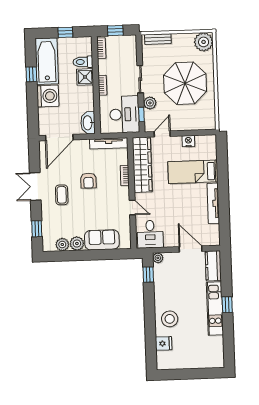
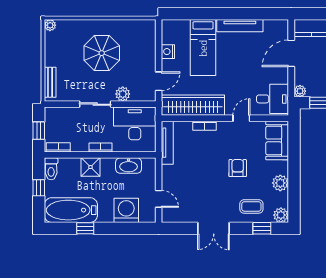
plant: (204, 42) -> (50, 25), width x0.53, depth x0.53
toilet: (83, 62) -> (51, 169), moved
parasol: (185, 83) -> (102, 53), width x0.73, depth x0.73
washing machine: (48, 96) -> (126, 210), moved
window: (141, 114) -> (136, 104), removed
washbasin: (88, 123) -> (129, 166), moved
door: (162, 134) -> (159, 81), swing flipped
door: (59, 138) -> (159, 199), width x0.53
armchair: (88, 181) -> (238, 168), moved, turned -90
coffee table: (62, 195) -> (251, 206), moved
sofa: (102, 240) -> (277, 140), moved
plant: (62, 244) -> (281, 215), moved

